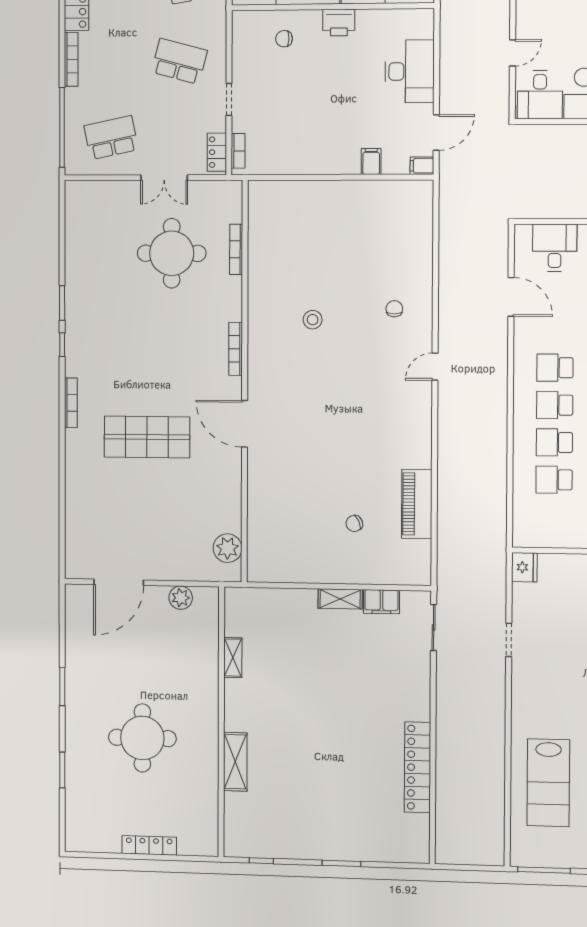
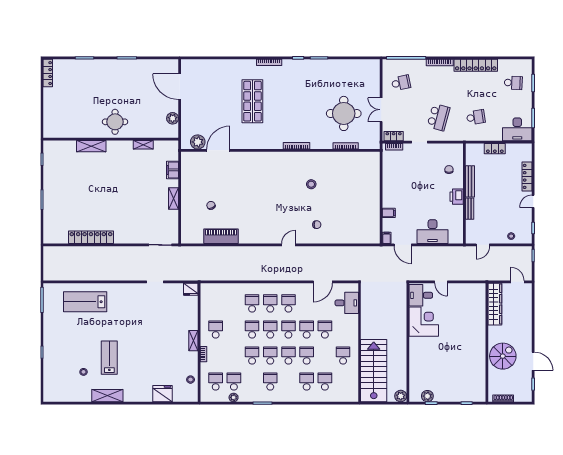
school desk: (111, 138) -> (401, 83), width x0.54
door: (435, 367) -> (288, 245), hinge flipped
door: (245, 424) -> (218, 150), moved
school desk: (554, 480) -> (234, 303), removed
filing cabinet: (381, 602) -> (173, 170), moved
round table: (142, 738) -> (115, 122), moved, width x0.73, depth x0.73
locker: (149, 845) -> (48, 73), moved

